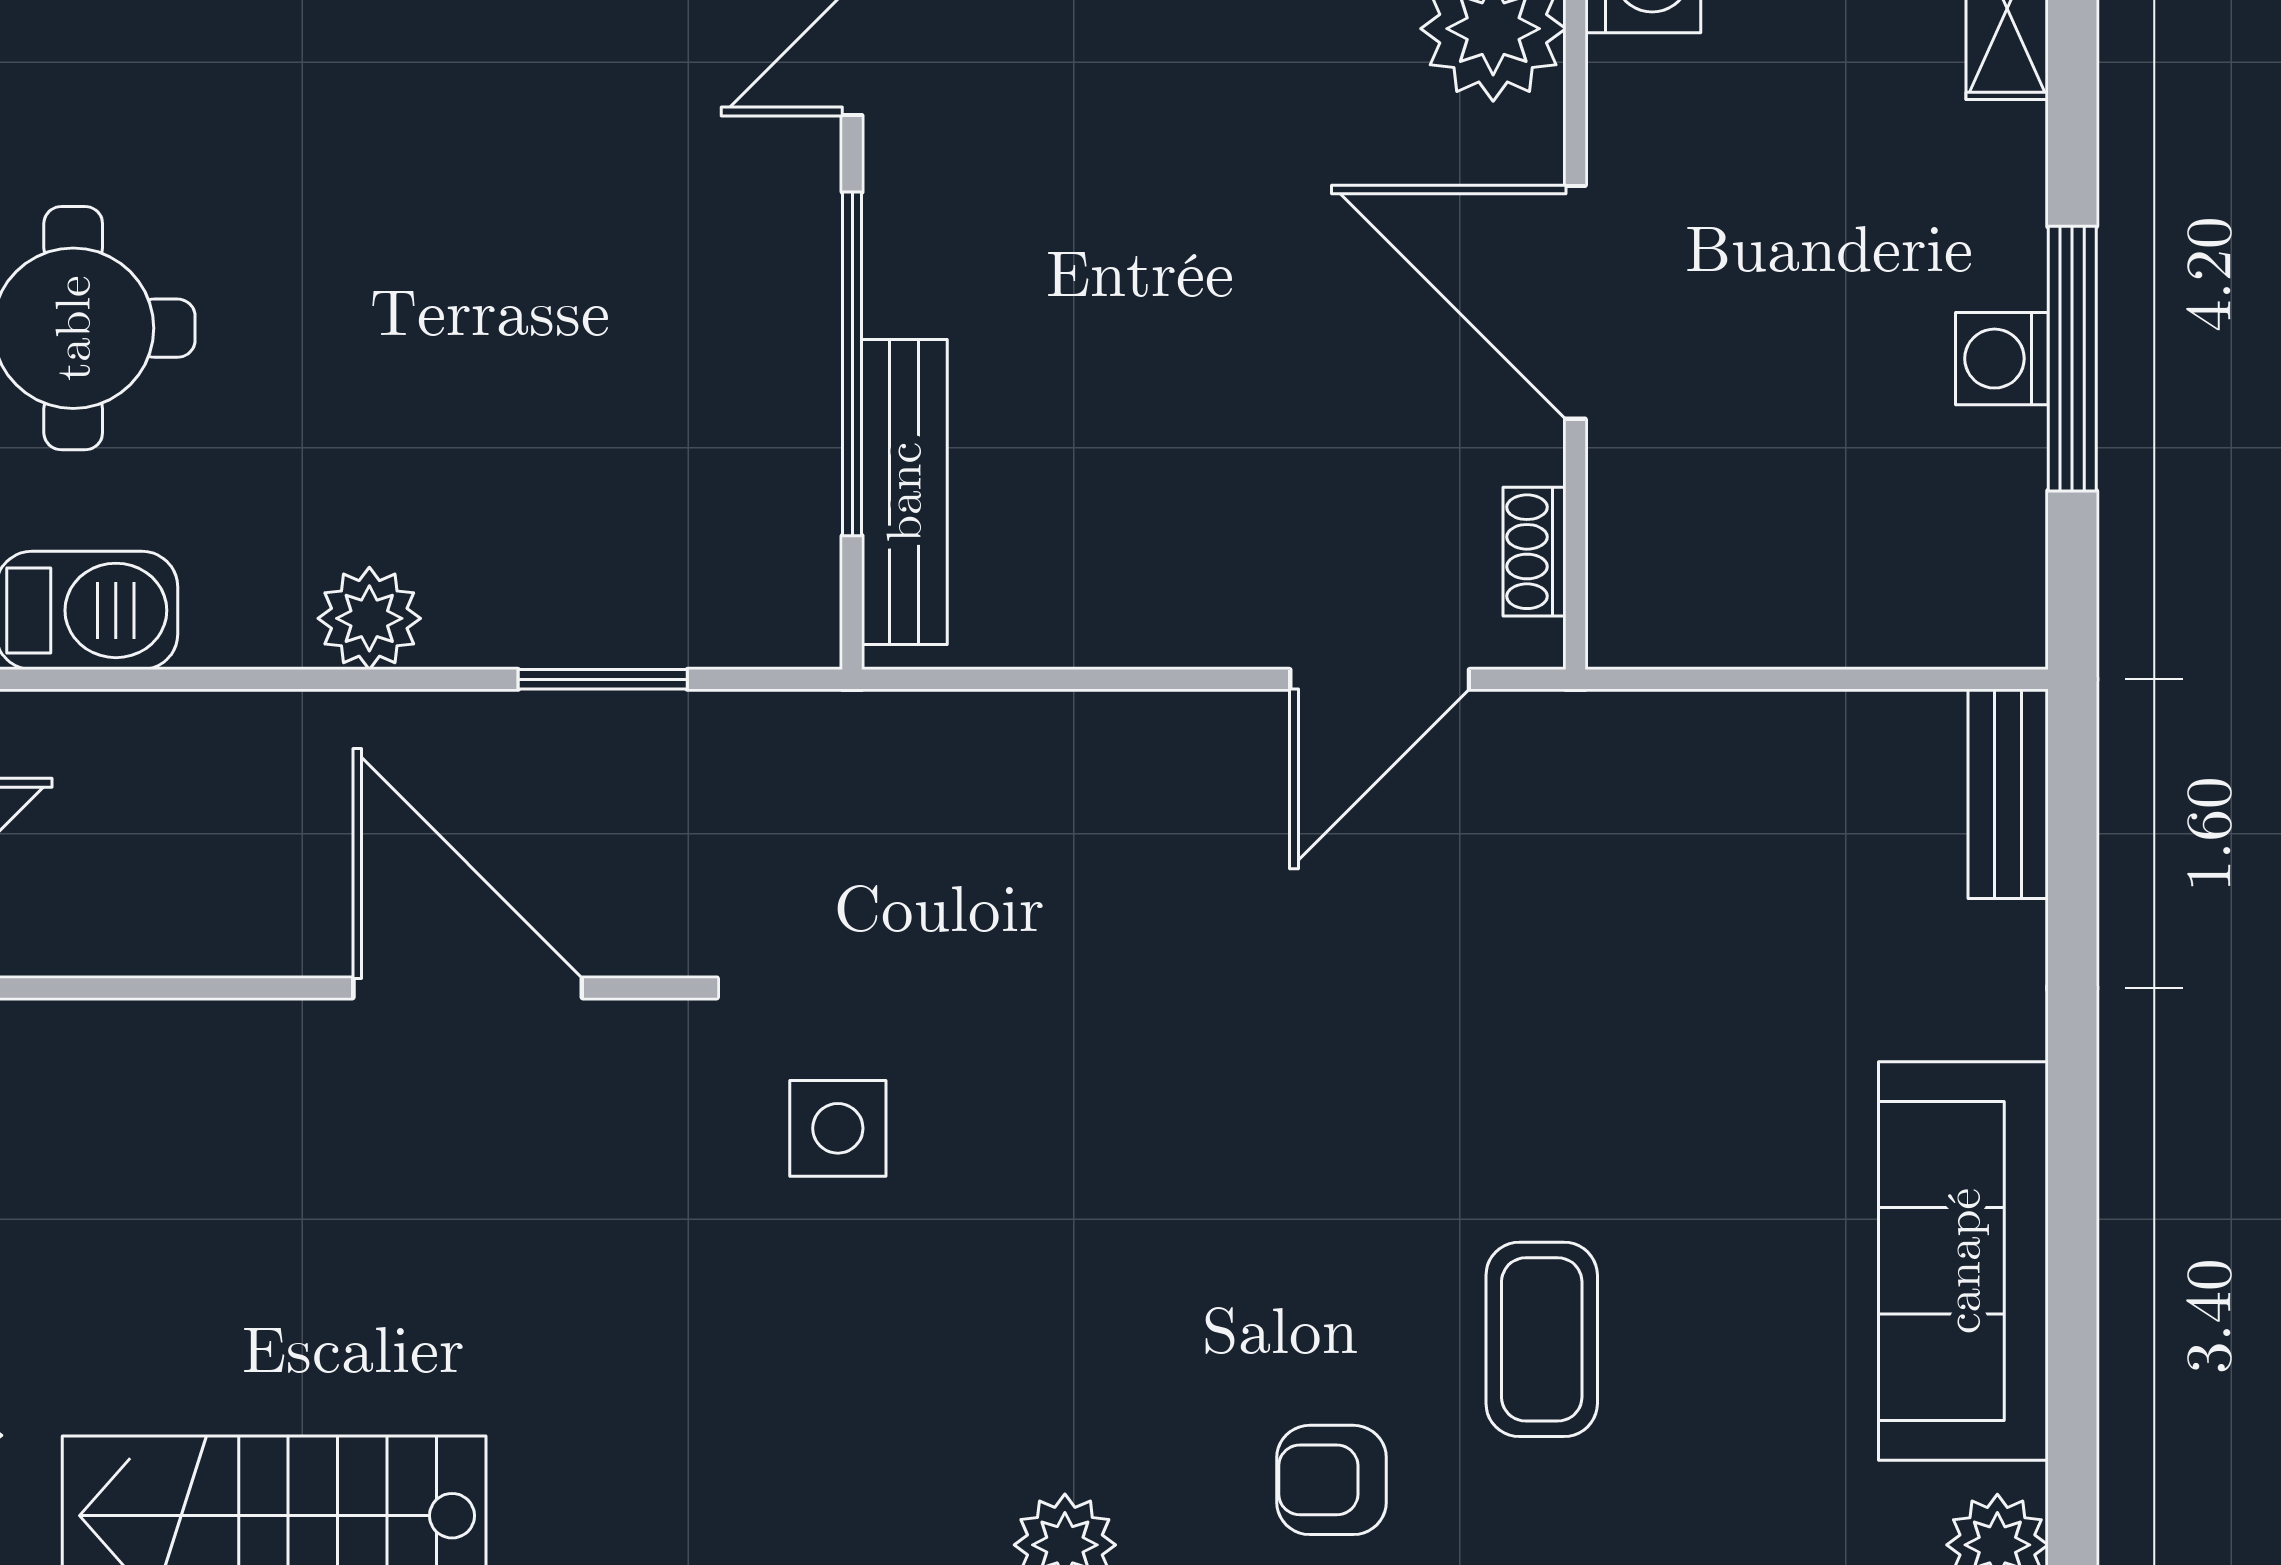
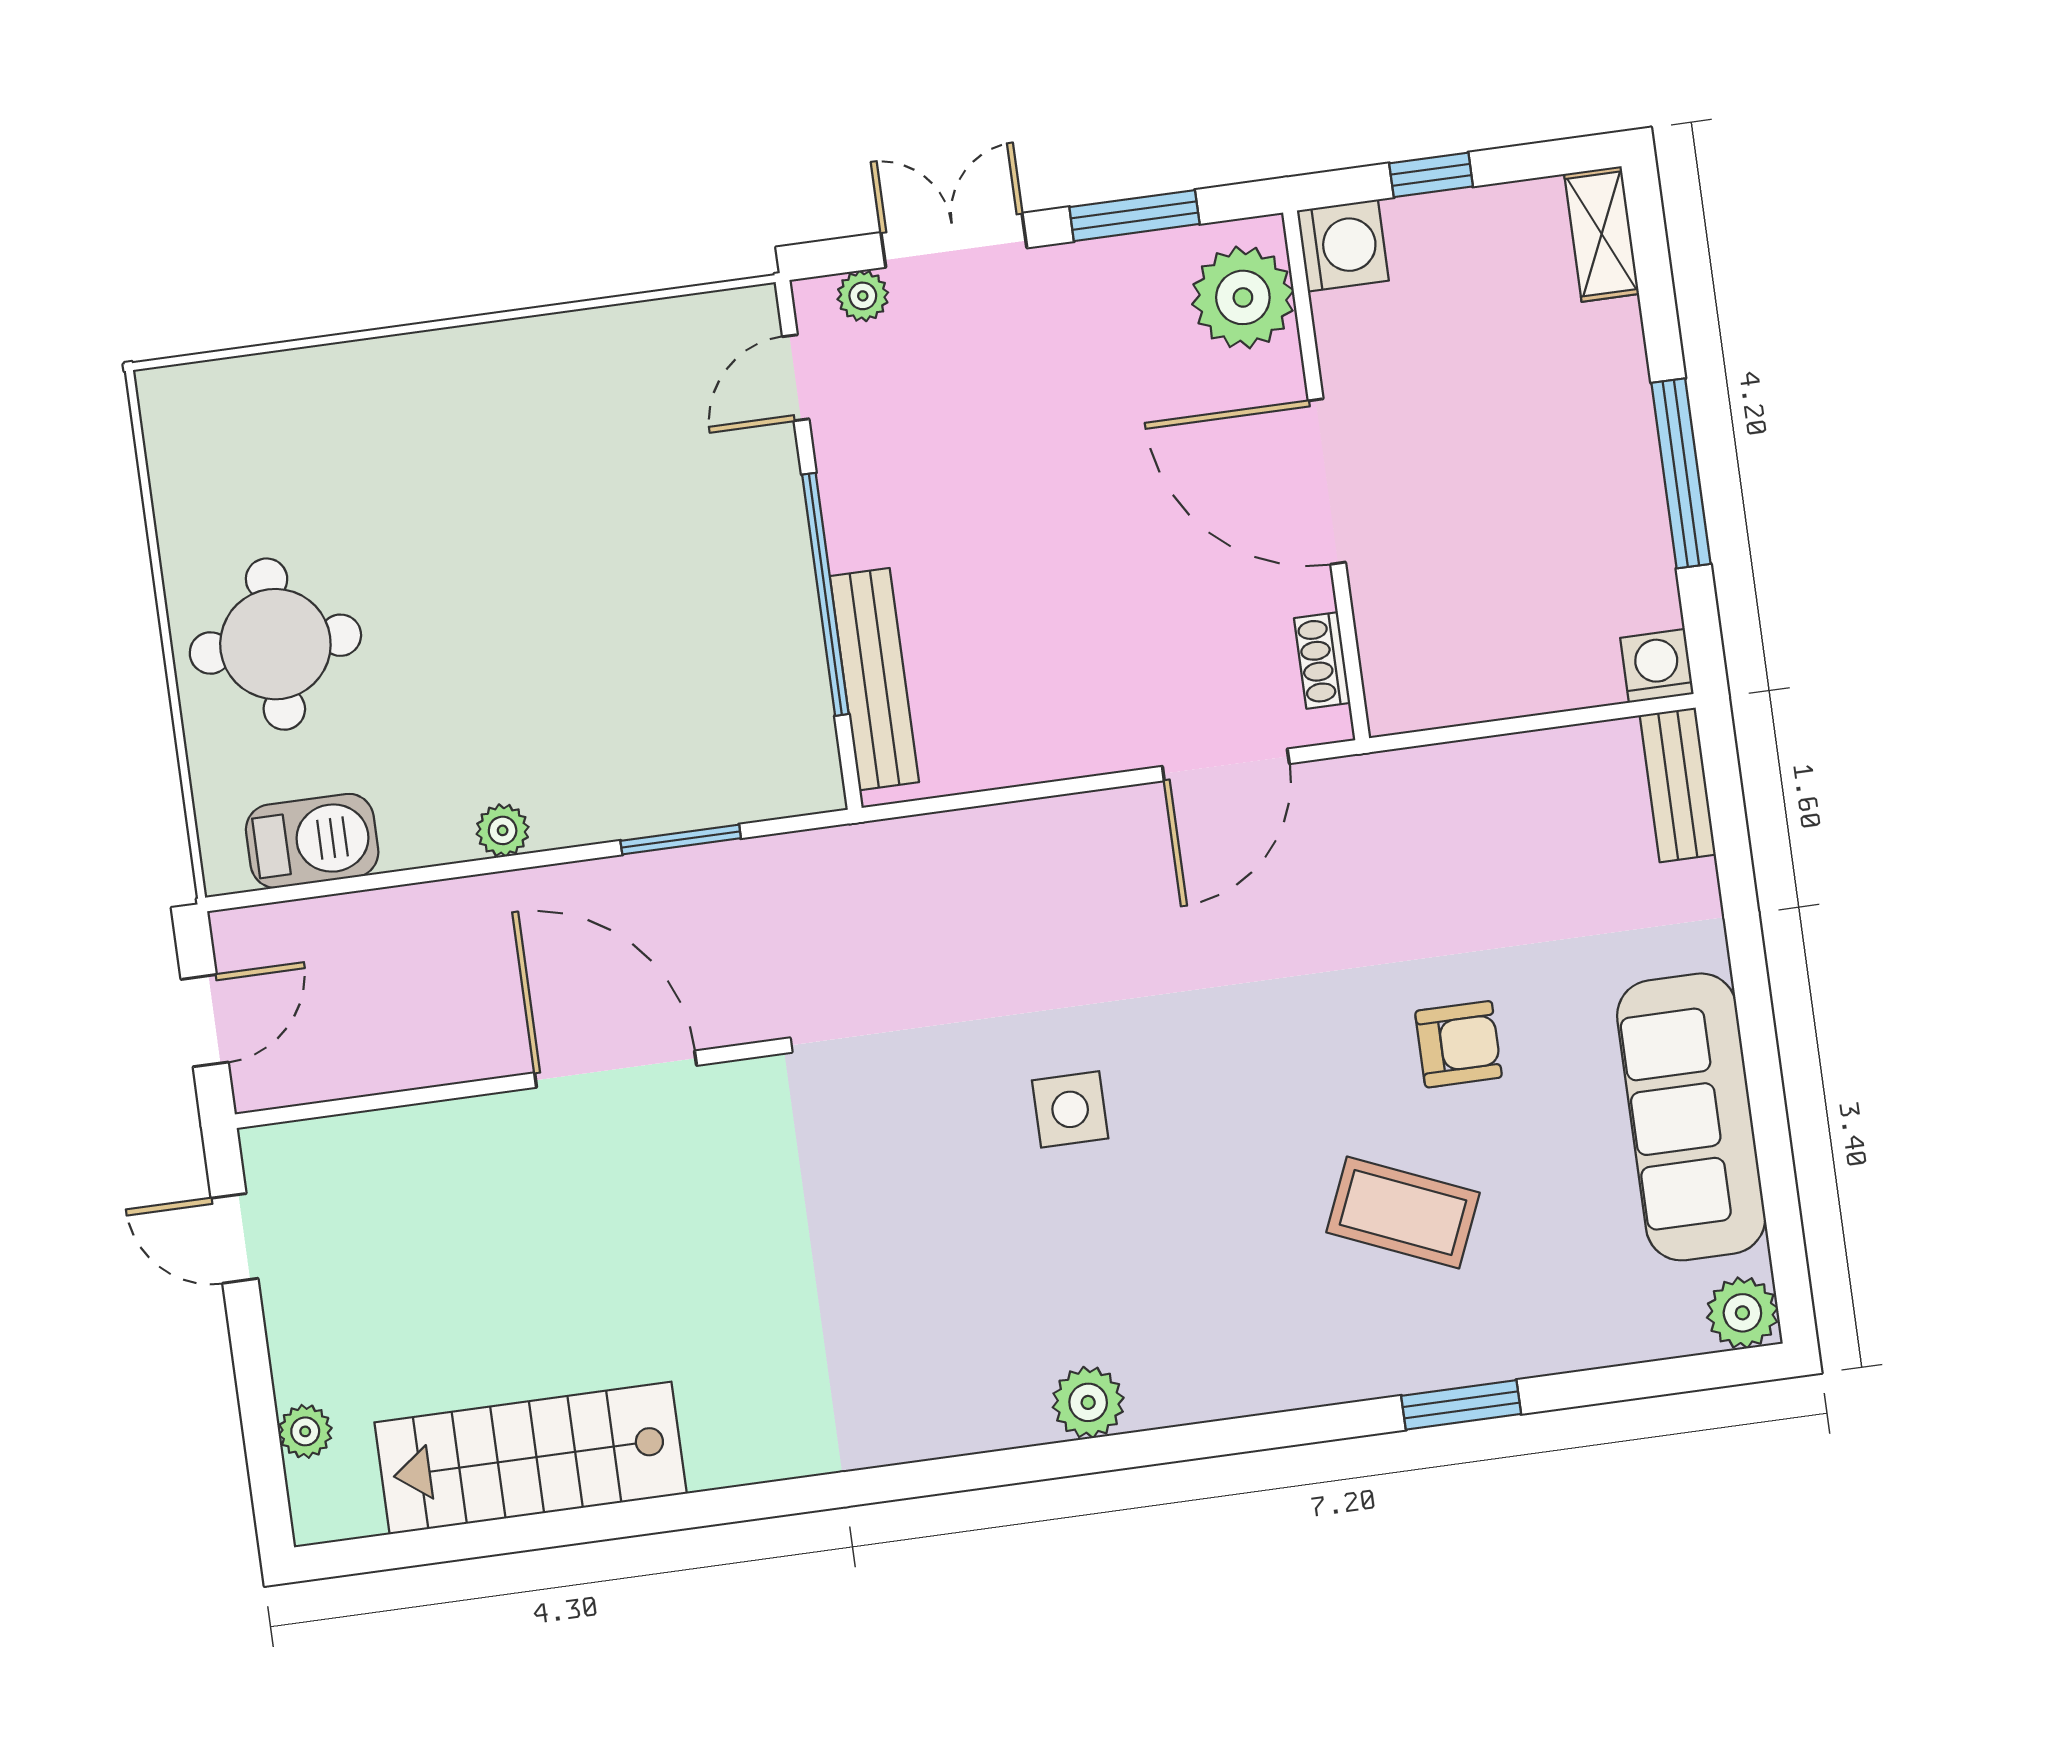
washing machine: (2002, 359) -> (1657, 666), moved, turned 90
plant: (369, 618) -> (503, 830), width x0.73, depth x0.73
side table: (838, 1128) -> (1070, 1109), moved
coffee table: (1542, 1339) -> (1403, 1212), turned -67
armchair: (1332, 1480) -> (1459, 1044), moved, turned 180

